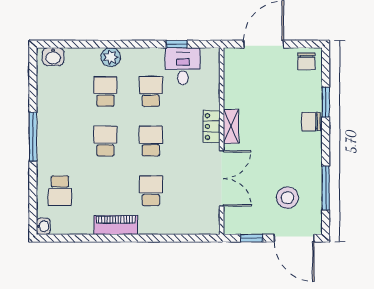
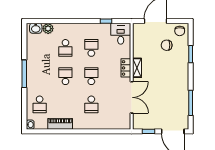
plant: (111, 57) -> (48, 29), moved
desk: (183, 66) -> (121, 34), moved
school desk: (105, 91) -> (65, 48), turned 180
chair: (311, 122) -> (167, 45), moved
school desk: (151, 191) -> (91, 104), turned 180
stool: (287, 198) -> (169, 108), removed
piano: (116, 225) -> (60, 124), moved

